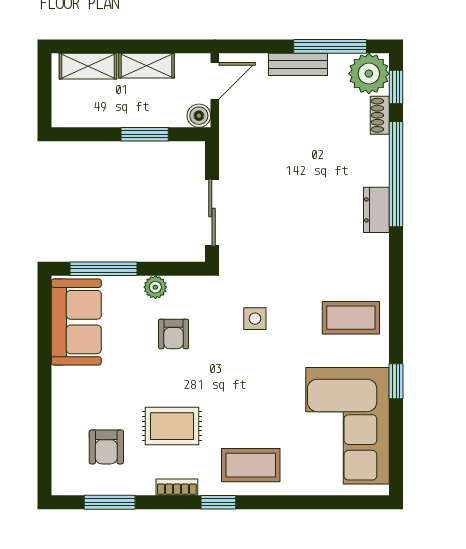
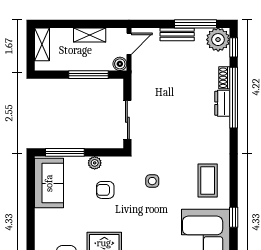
shelving: (88, 66) -> (42, 44), moved, turned 90
shoe rack: (380, 115) -> (224, 78), moved
window: (145, 134) -> (89, 75), width x1.44
dresser: (376, 210) -> (222, 103), moved
coffee table: (351, 318) -> (208, 181), turned 90
armchair: (174, 334) -> (105, 190), turned 90

